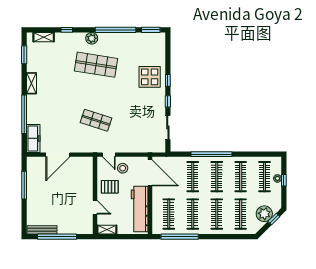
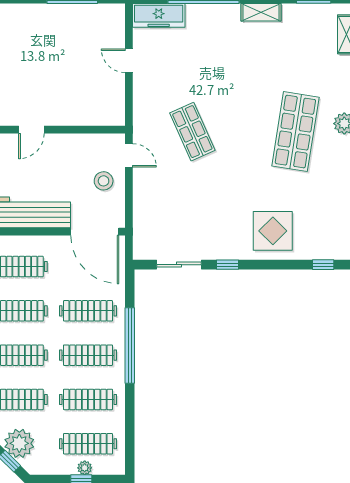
window: (168, 80) -> (323, 265), moved
shop shelf: (96, 120) -> (192, 132), turned -42
door: (58, 155) -> (129, 61), width x0.53
door: (109, 155) -> (129, 155), swing flipped
door: (150, 173) -> (95, 232), hinge flipped
pallet: (110, 187) -> (69, 157), removed

